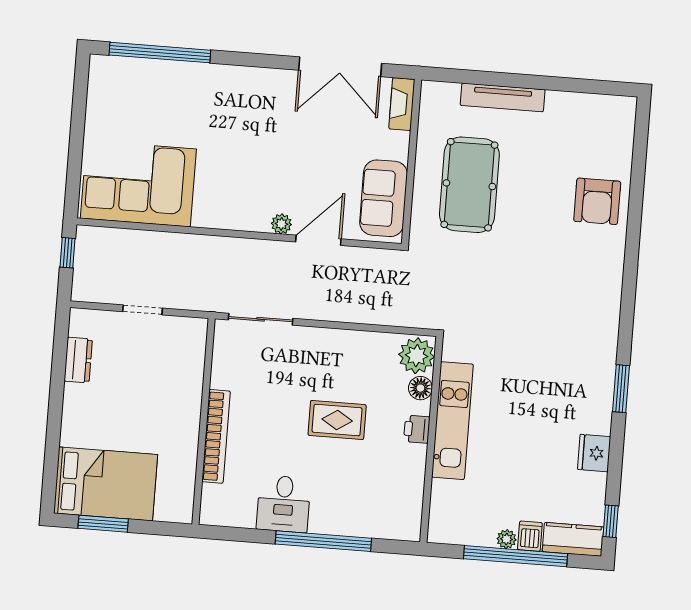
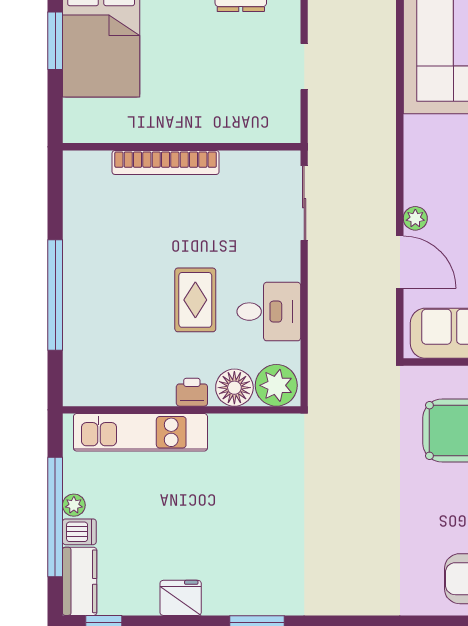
floor lamp: (420, 388) -> (234, 388), width x1.38, depth x1.38
kitchen unit: (452, 421) -> (140, 432), moved
desk: (284, 504) -> (269, 312), moved, turned 180

